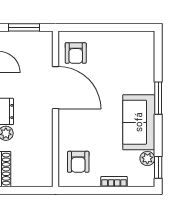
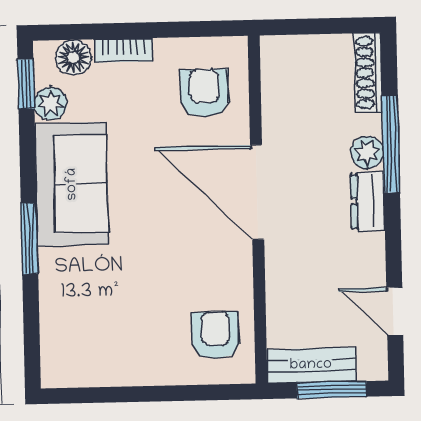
bench: (33, 38) -> (311, 365), added
door: (56, 88) -> (257, 192), moved
floor lamp: (137, 179) -> (73, 57), added

